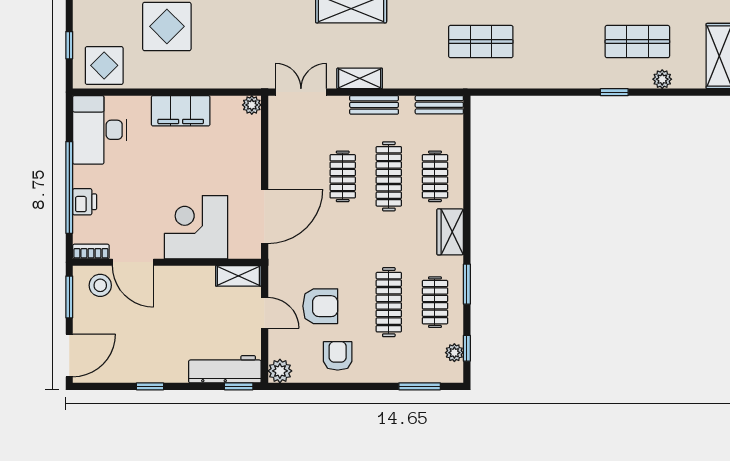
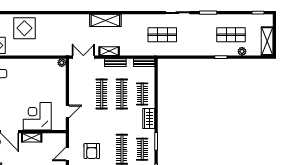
filing cabinet: (181, 111) -> (31, 65), removed
clothes rail: (343, 176) -> (102, 94), width x1.36
door: (265, 216) -> (67, 112), width x0.53
shelving: (238, 276) -> (32, 138), moved
armchair: (320, 306) -> (92, 151), turned 90
door: (265, 313) -> (67, 154), swing flipped

